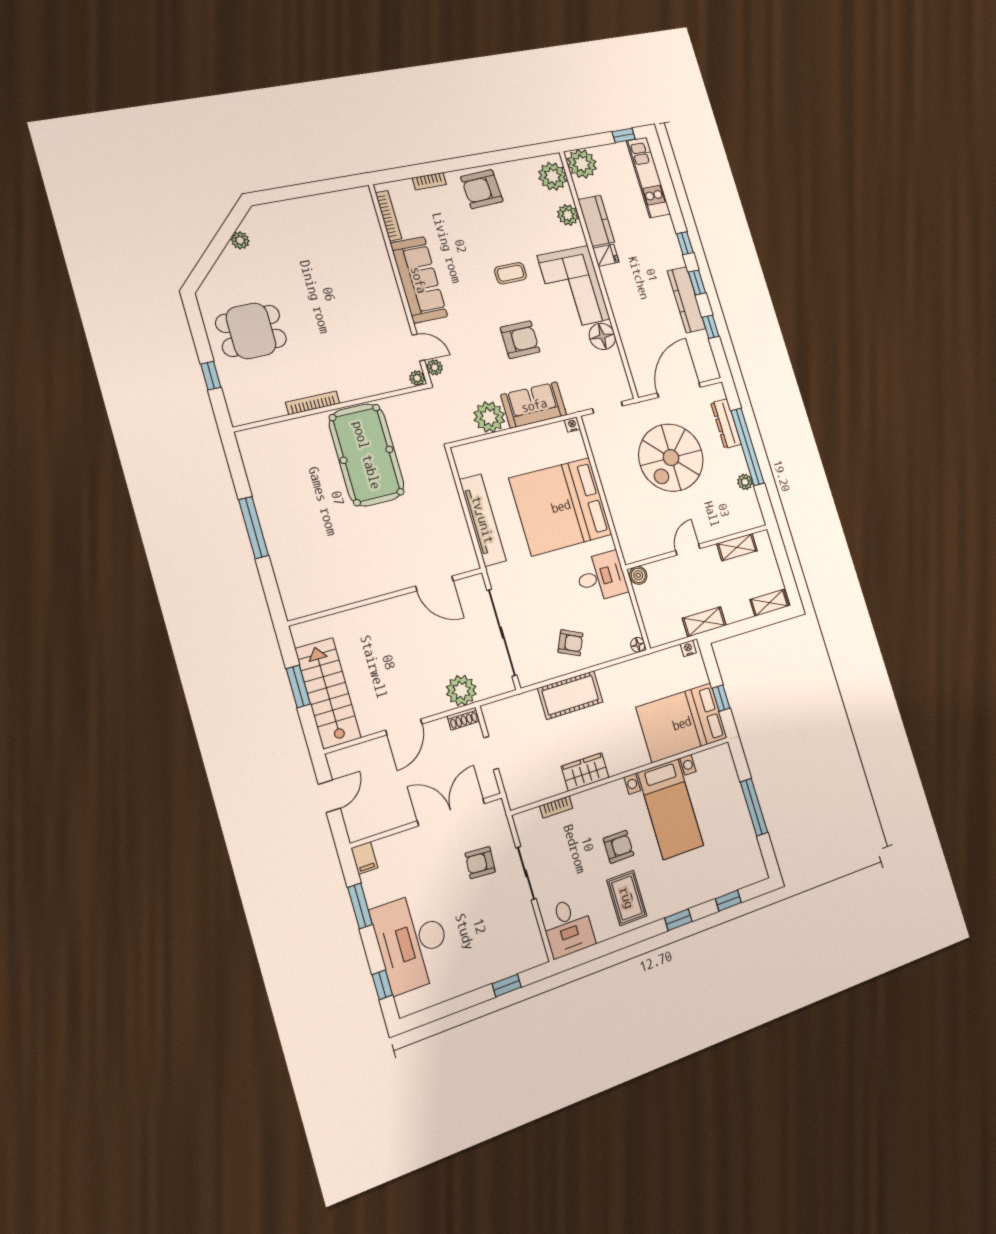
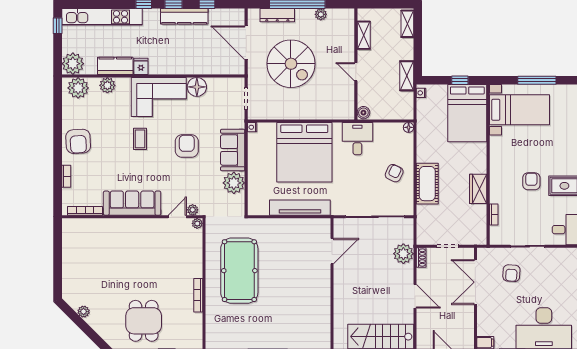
kitchen unit: (648, 178) -> (102, 17), width x1.36
pool table: (367, 455) -> (239, 271), turned 90
bed with nightstands: (671, 809) -> (519, 110), moved

